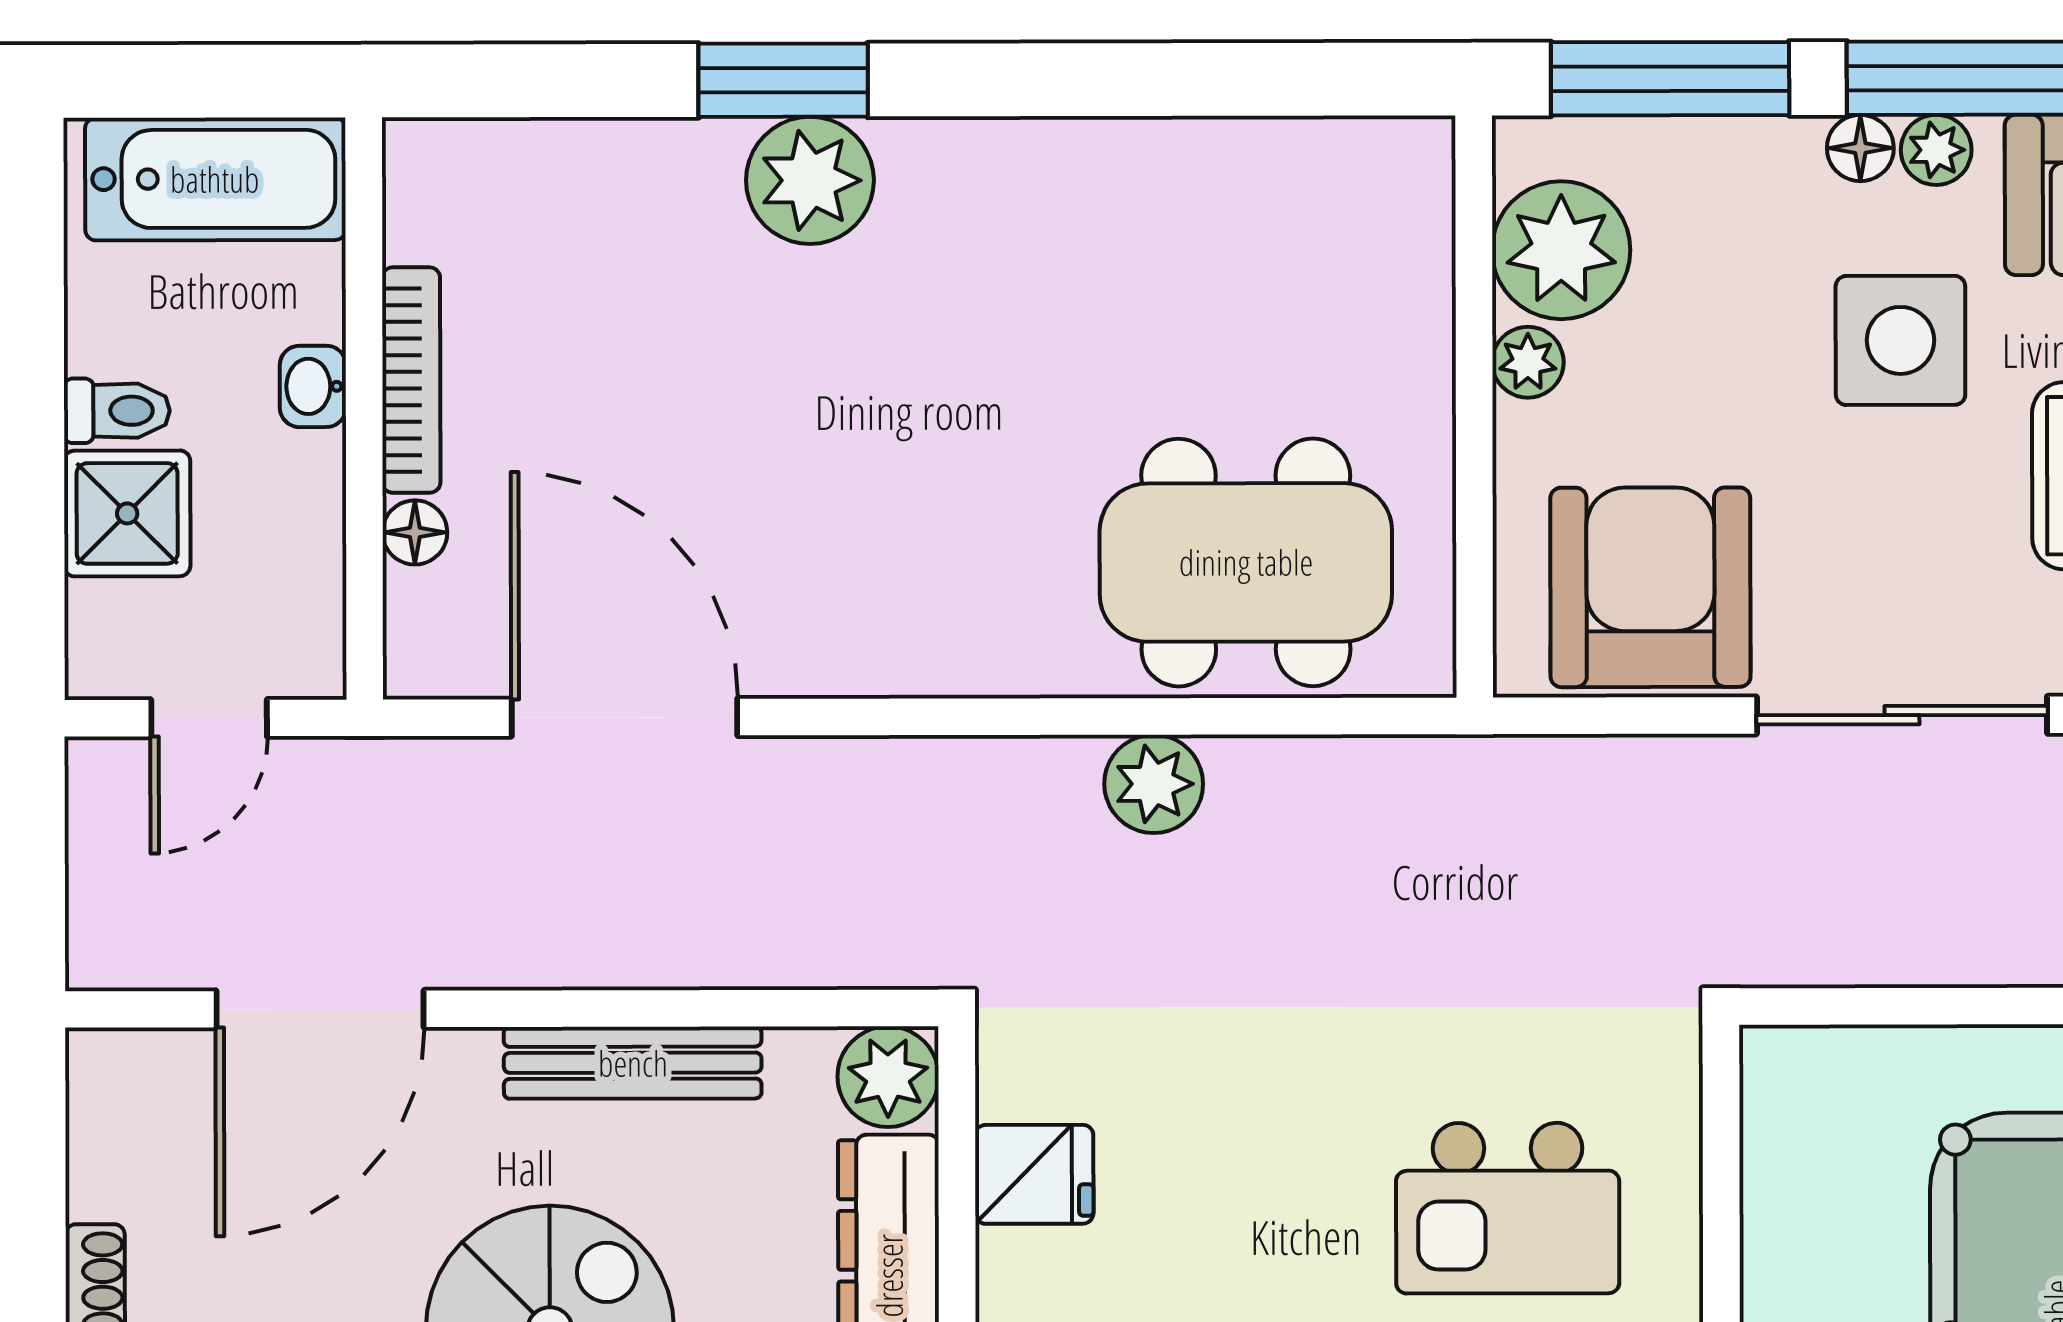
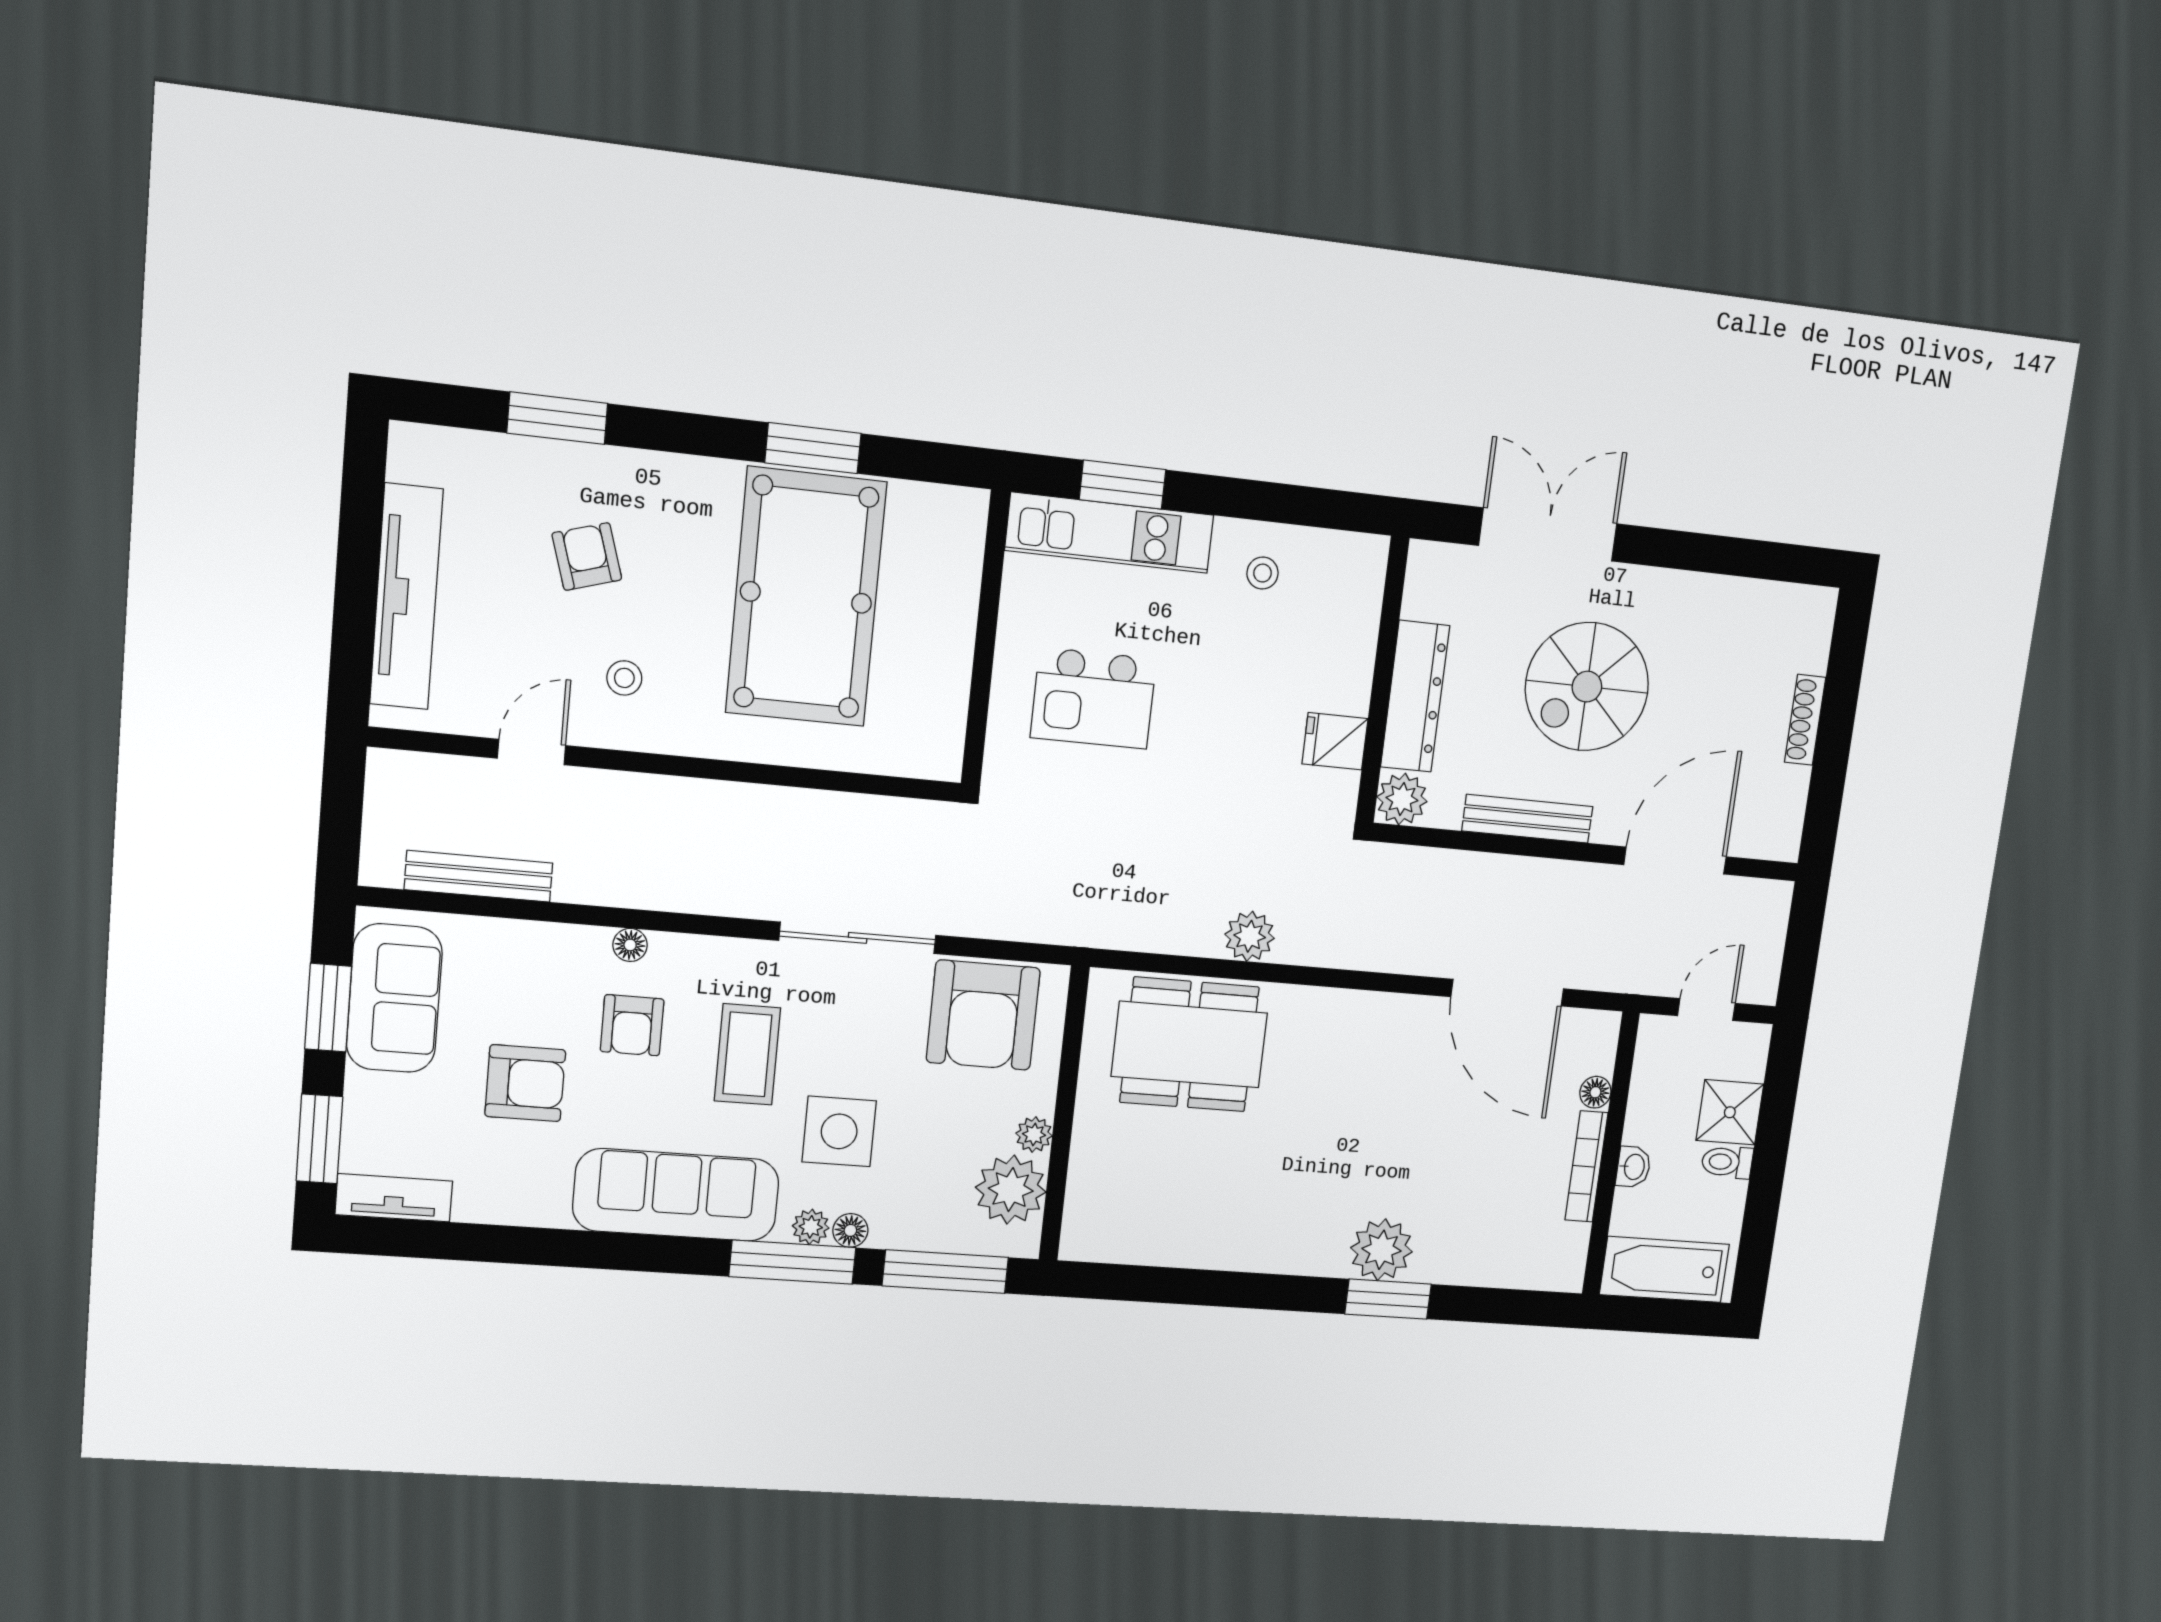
kitchen island: (1508, 1208) -> (1093, 698), turned 180

